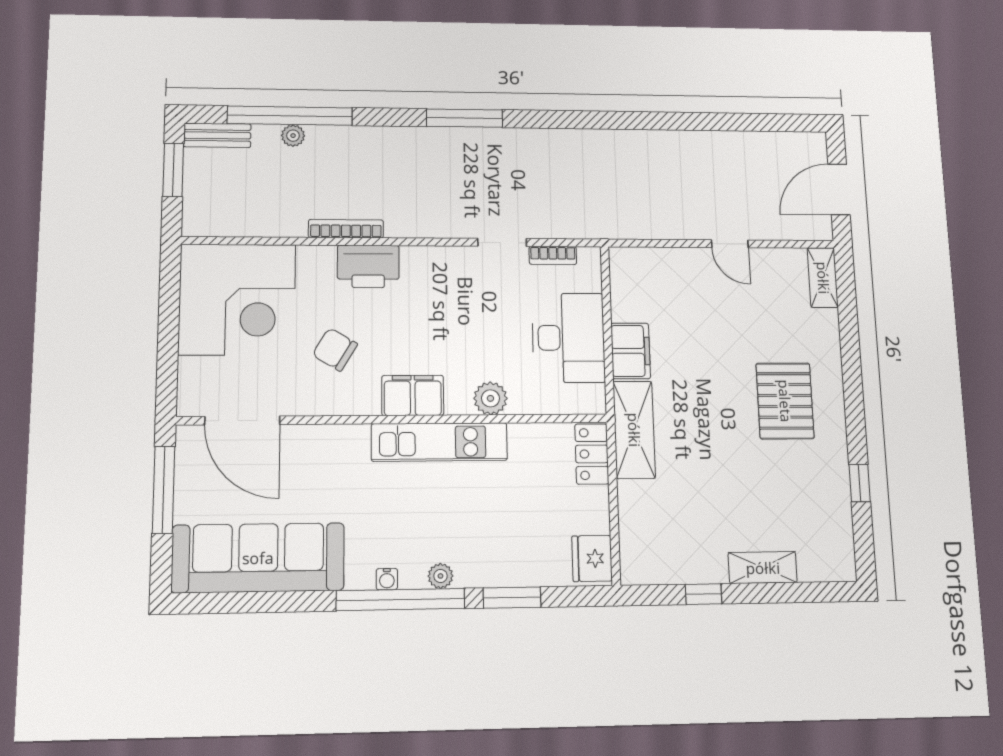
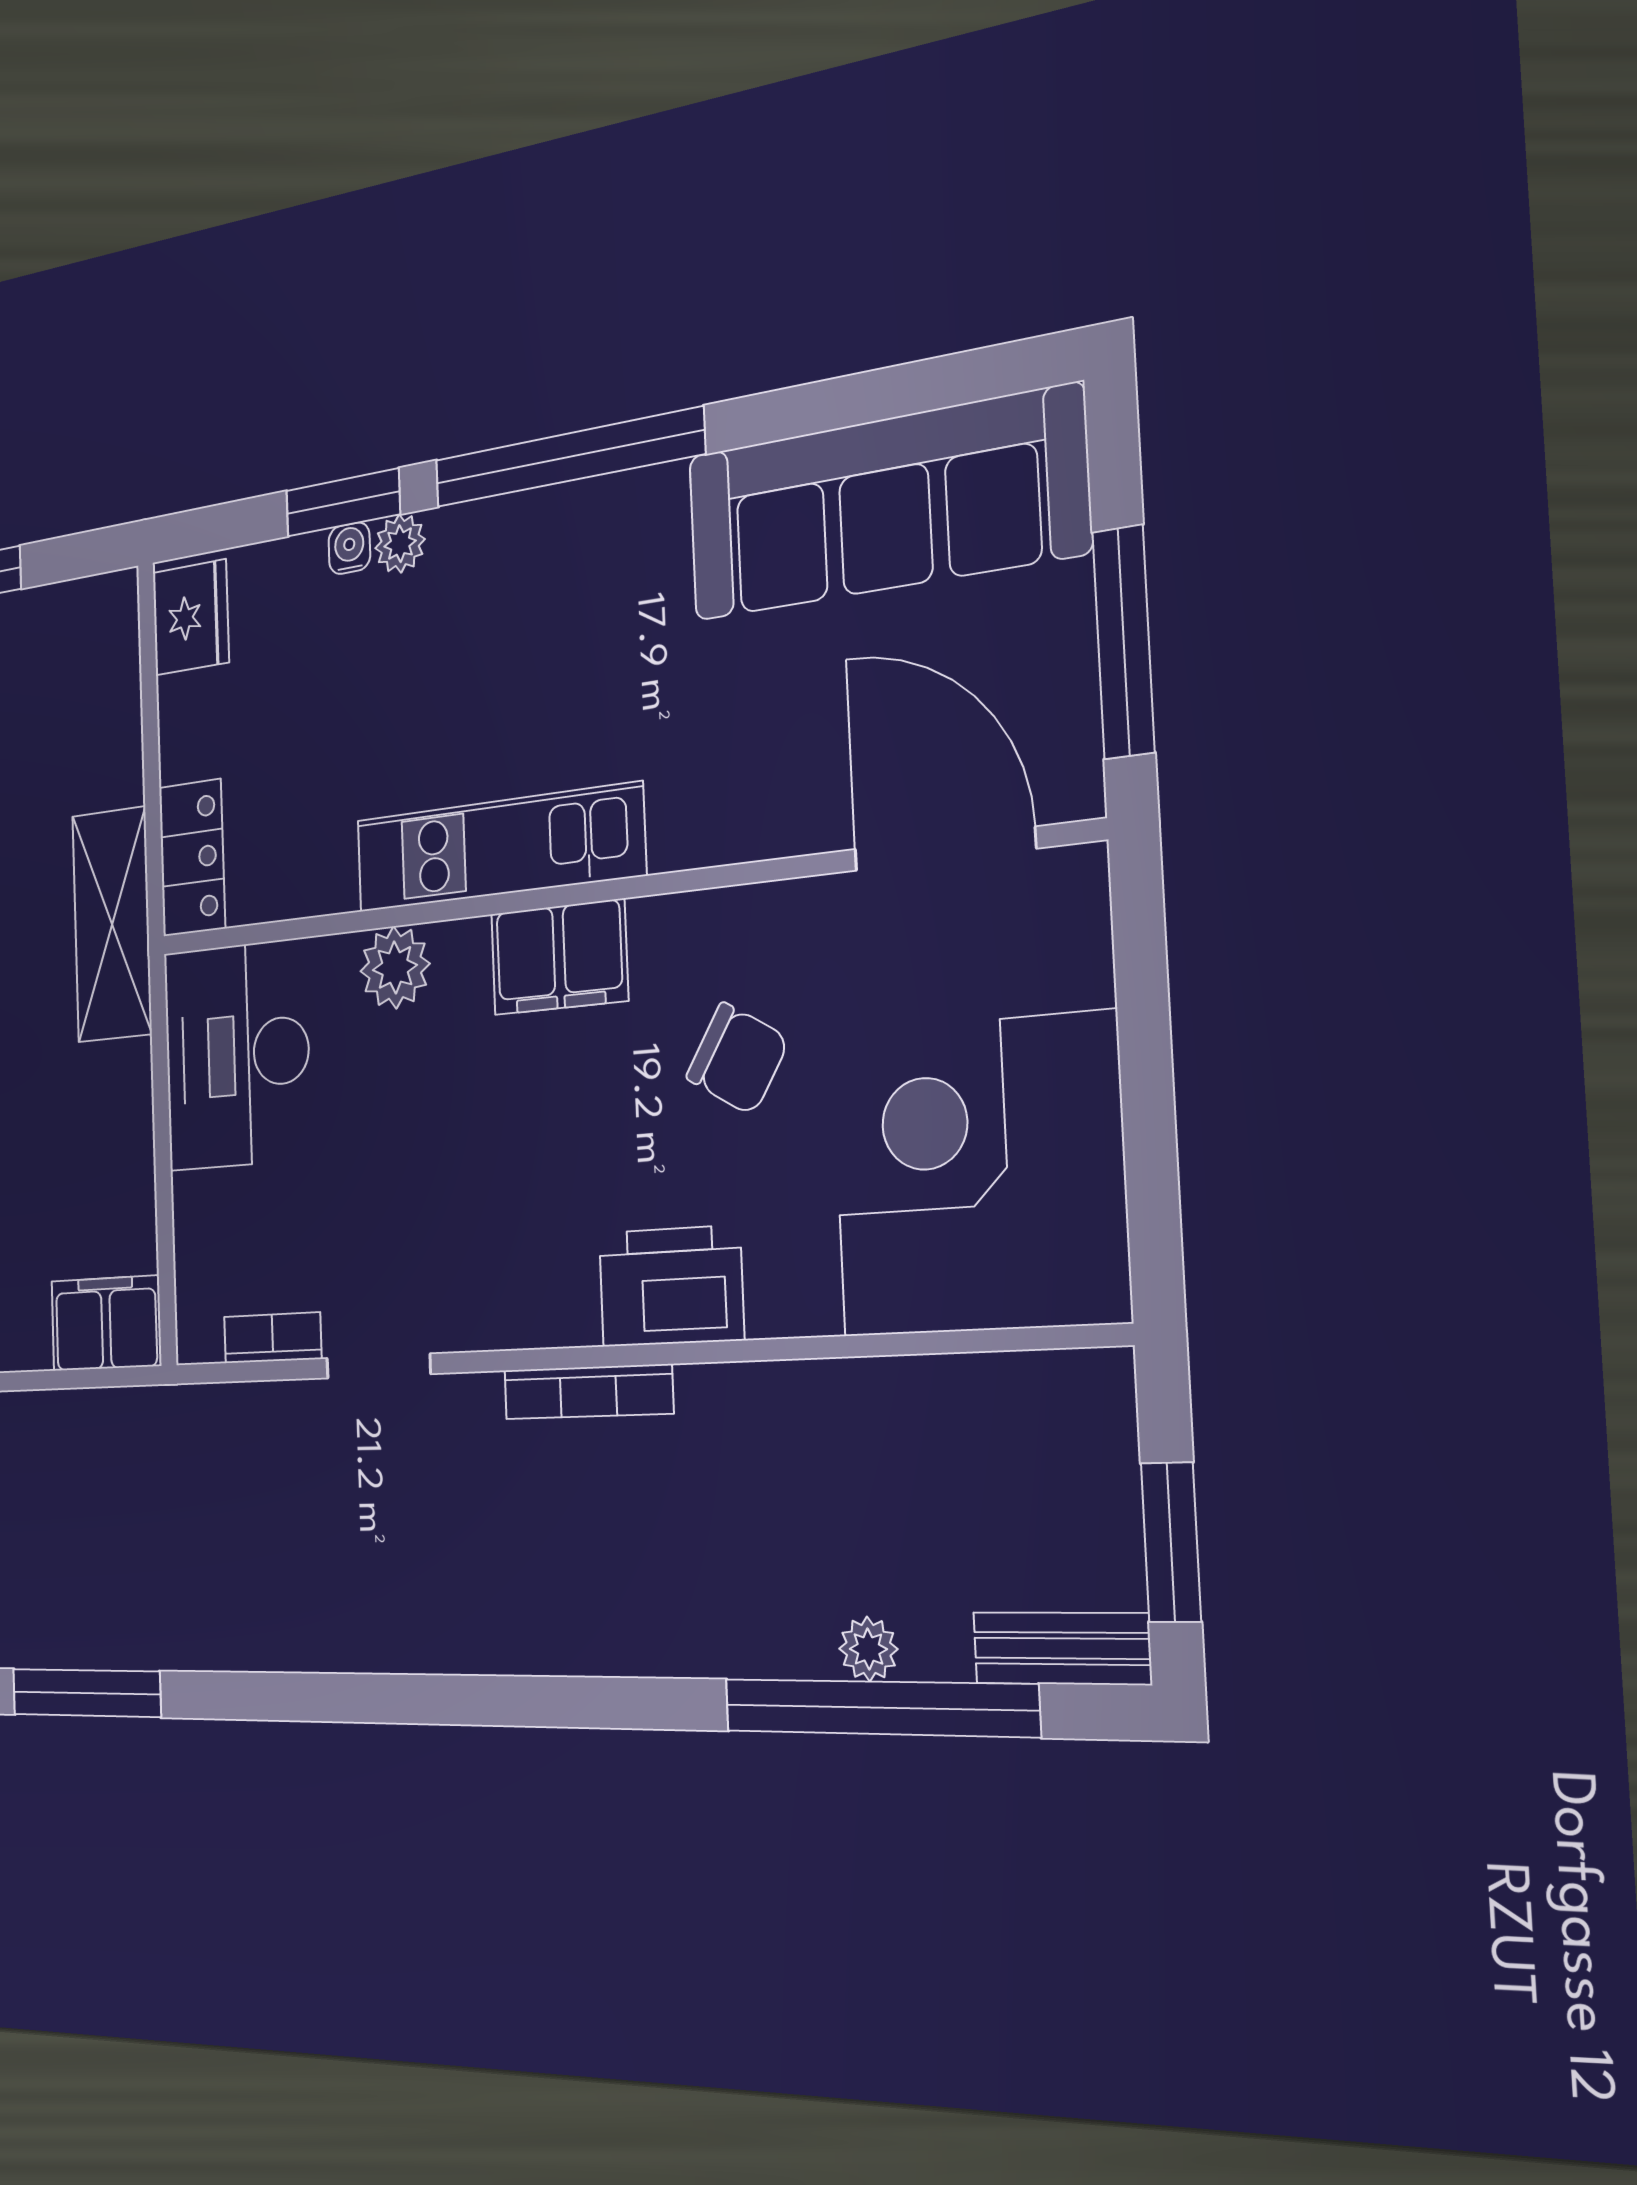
window: (465, 118) -> (86, 1693), moved
bookcase: (346, 229) -> (588, 1392), moved
desk: (568, 338) -> (237, 1055), moved
filing cabinet: (631, 351) -> (106, 1323), moved, turned 90
plant: (440, 576) -> (400, 544), moved
water cooler: (387, 579) -> (349, 548), moved

